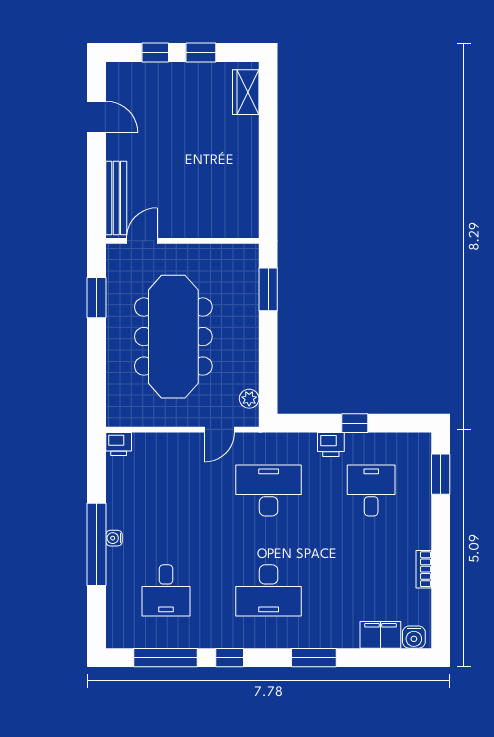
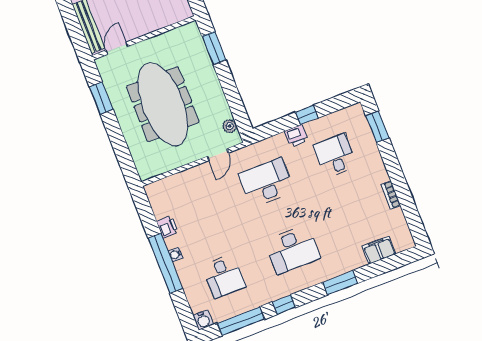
printer: (119, 444) -> (167, 227), moved, turned -90
water cooler: (414, 637) -> (203, 320), moved

